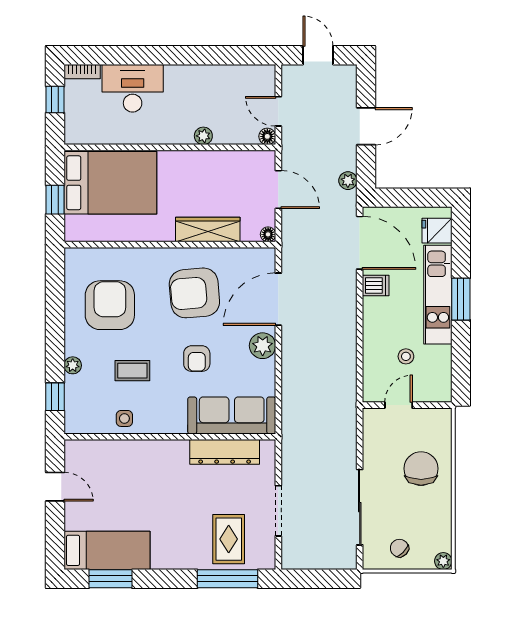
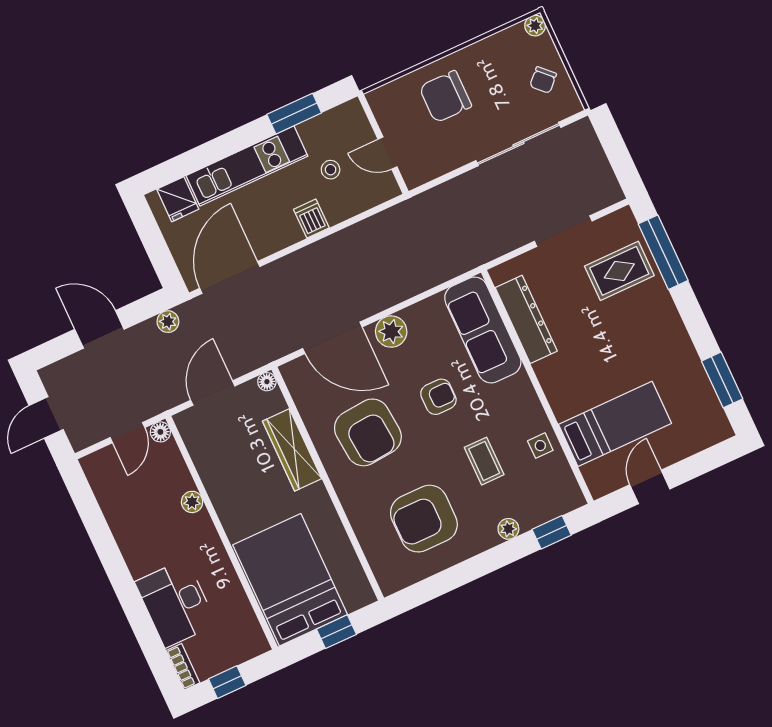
dishwasher: (376, 285) -> (311, 219), moved
window: (461, 299) -> (294, 114), moved
bed: (107, 550) -> (615, 424), moved, turned 90

